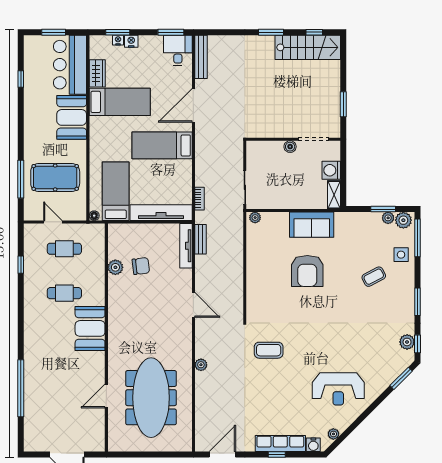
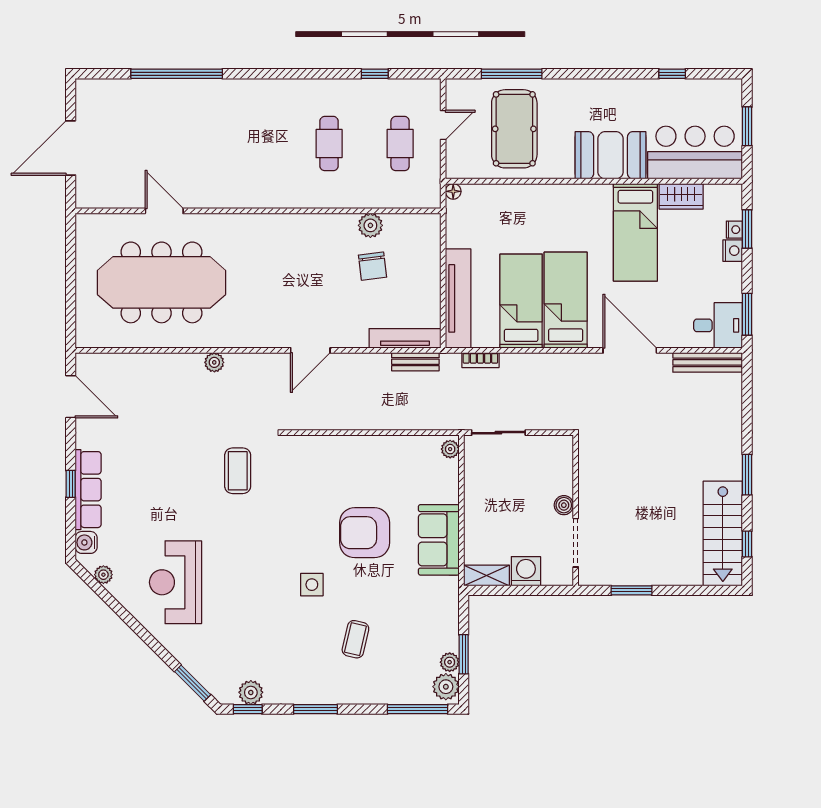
bed: (116, 191) -> (521, 301), moved, turned -90
side table: (401, 255) -> (312, 585), moved
coffee table: (374, 277) -> (355, 639), turned 41
booth: (90, 328) -> (272, 185), removed

